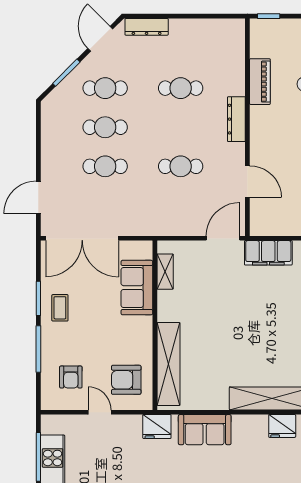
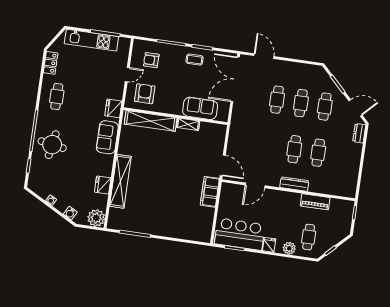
dresser: (147, 27) -> (359, 133), width x0.70
cafe table: (181, 166) -> (294, 149), moved
shelving: (165, 272) -> (188, 124), moved

